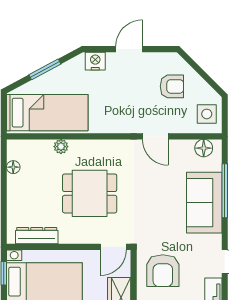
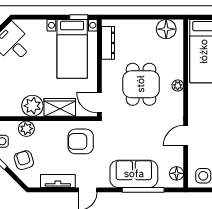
plant: (61, 147) -> (178, 86), moved
floor lamp: (13, 167) -> (166, 29), width x1.89, depth x1.89

